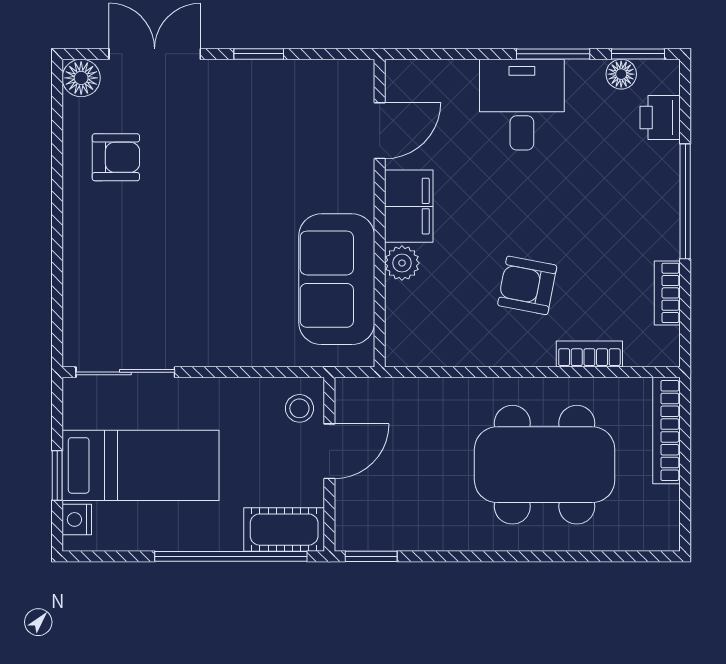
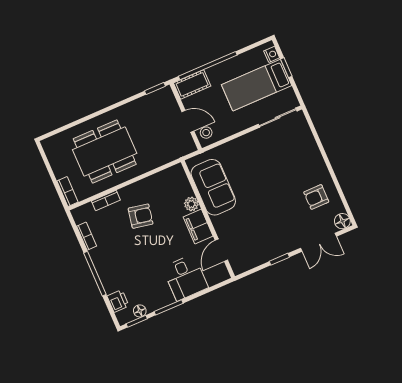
desk: (522, 105) -> (185, 277), moved
bookcase: (667, 431) -> (68, 191), width x0.64
door: (329, 451) -> (188, 121), swing flipped

